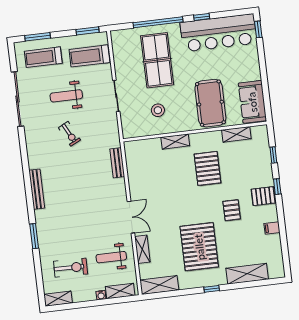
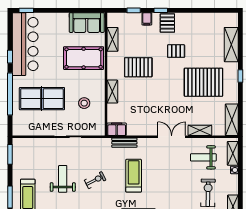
treadmill: (89, 56) -> (134, 176), moved, turned 180
weight bench: (66, 96) -> (63, 179), turned 180
filing cabinet: (132, 152) -> (117, 129), added
filing cabinet: (272, 228) -> (147, 19), moved
weight bench: (111, 257) -> (203, 157), turned 90

